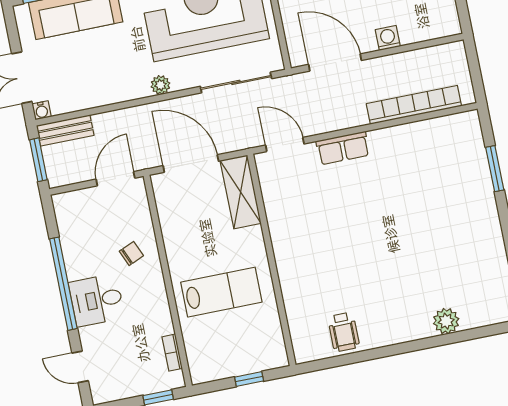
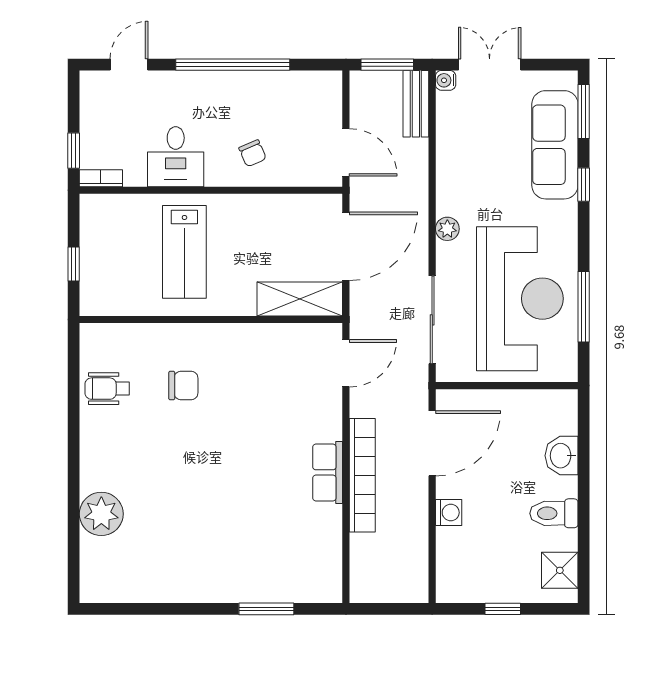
bookcase: (414, 105) -> (362, 475), moved
row of seats: (343, 148) -> (328, 472), moved
chair: (329, 271) -> (183, 386), added
desk: (97, 300) -> (176, 157), moved, turned 180
plant: (446, 321) -> (101, 514), width x1.36, depth x1.36
bookcase: (172, 353) -> (101, 178), moved

